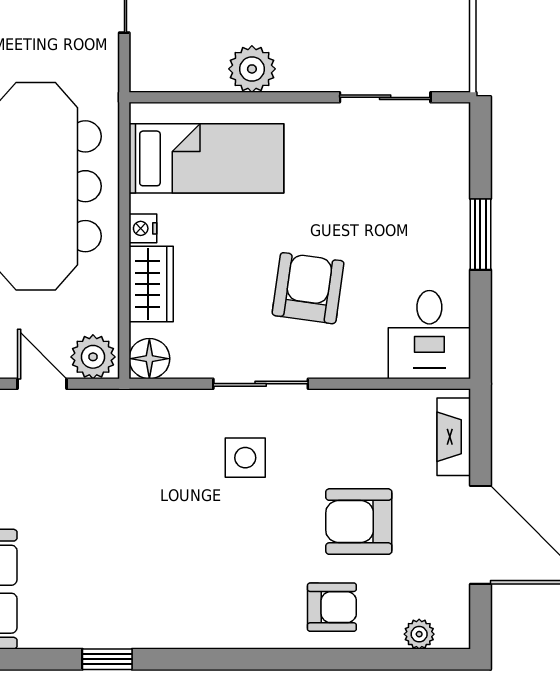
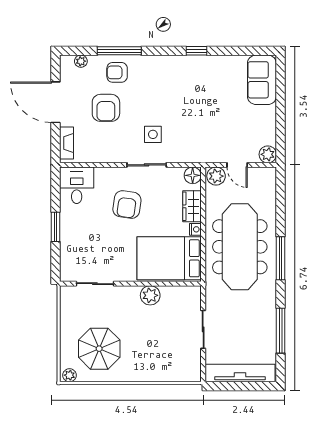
bed: (206, 158) -> (169, 258), width x1.50
armchair: (359, 522) -> (106, 108), turned 90
window: (107, 659) -> (197, 51), moved
window: (327, 659) -> (119, 51), added

